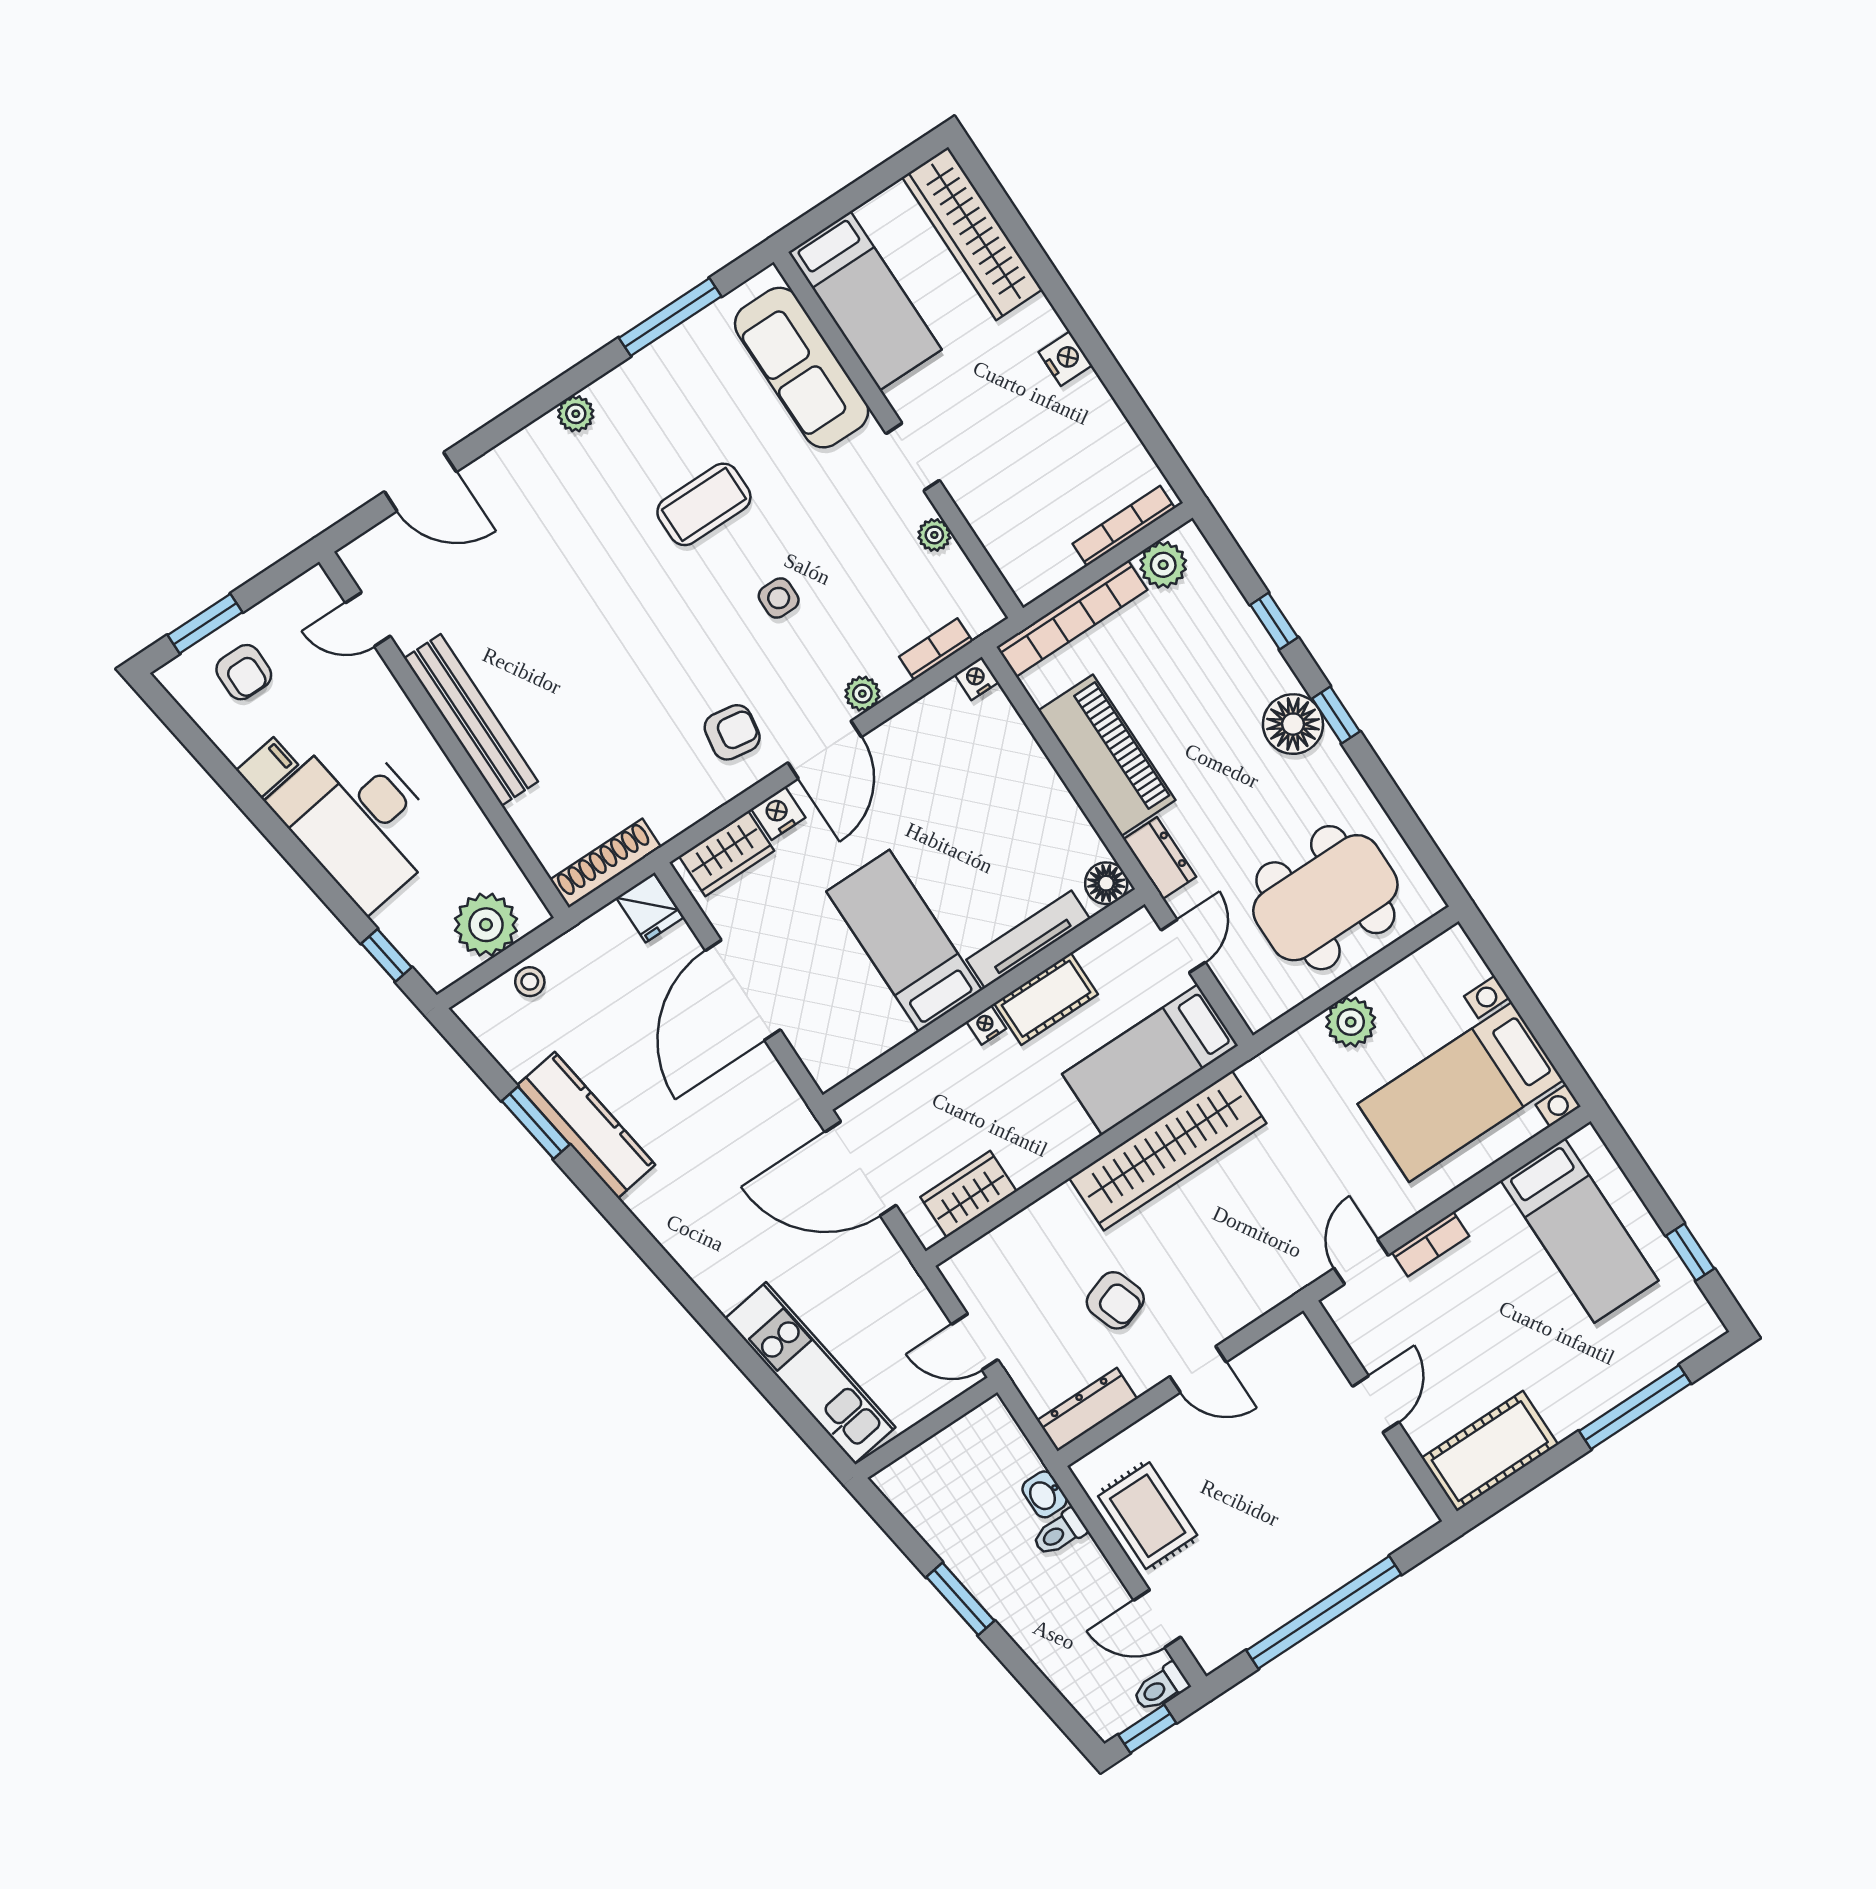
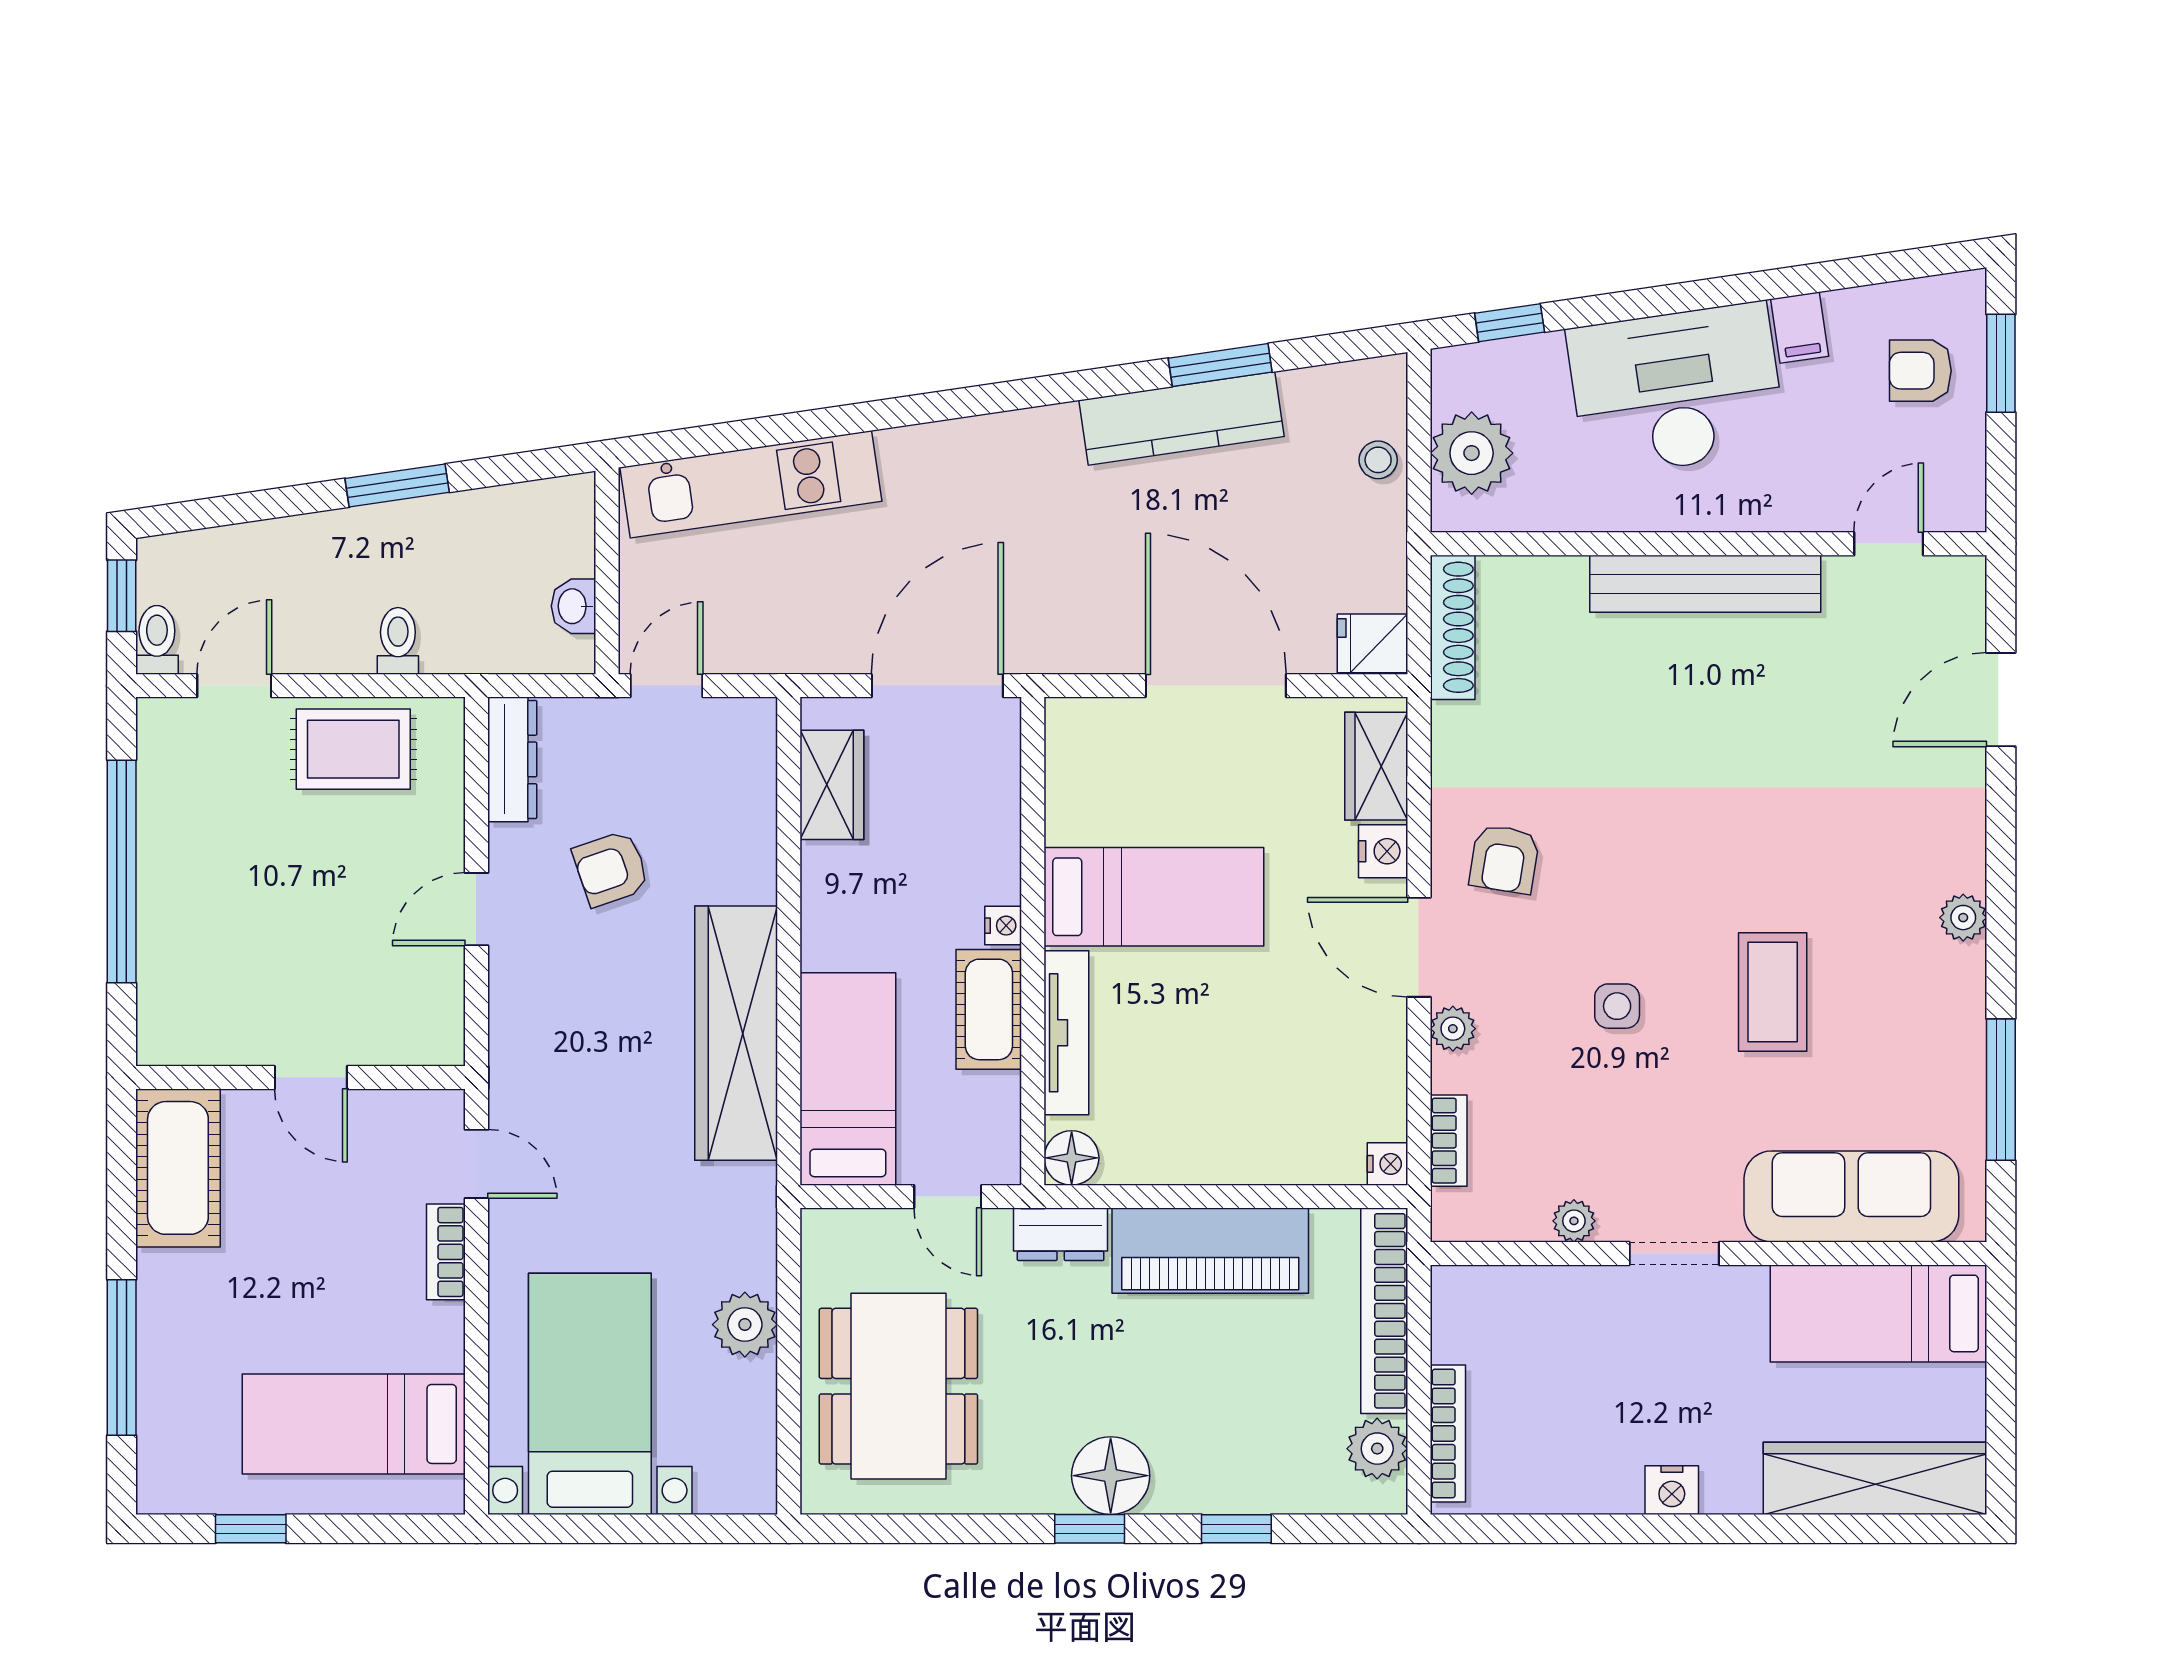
washbasin: (1044, 1494) -> (573, 606), moved, turned -90

